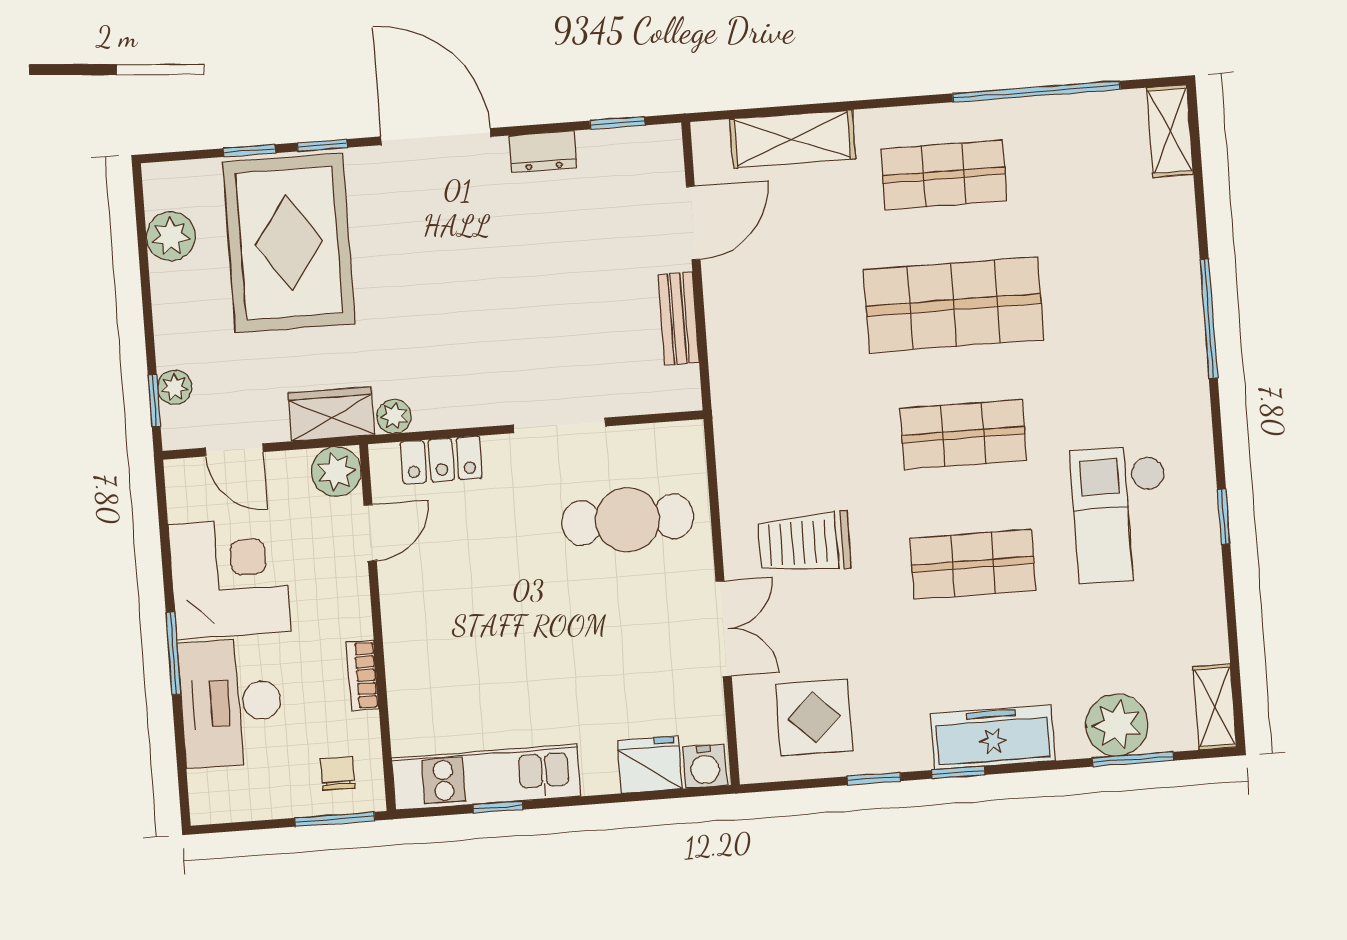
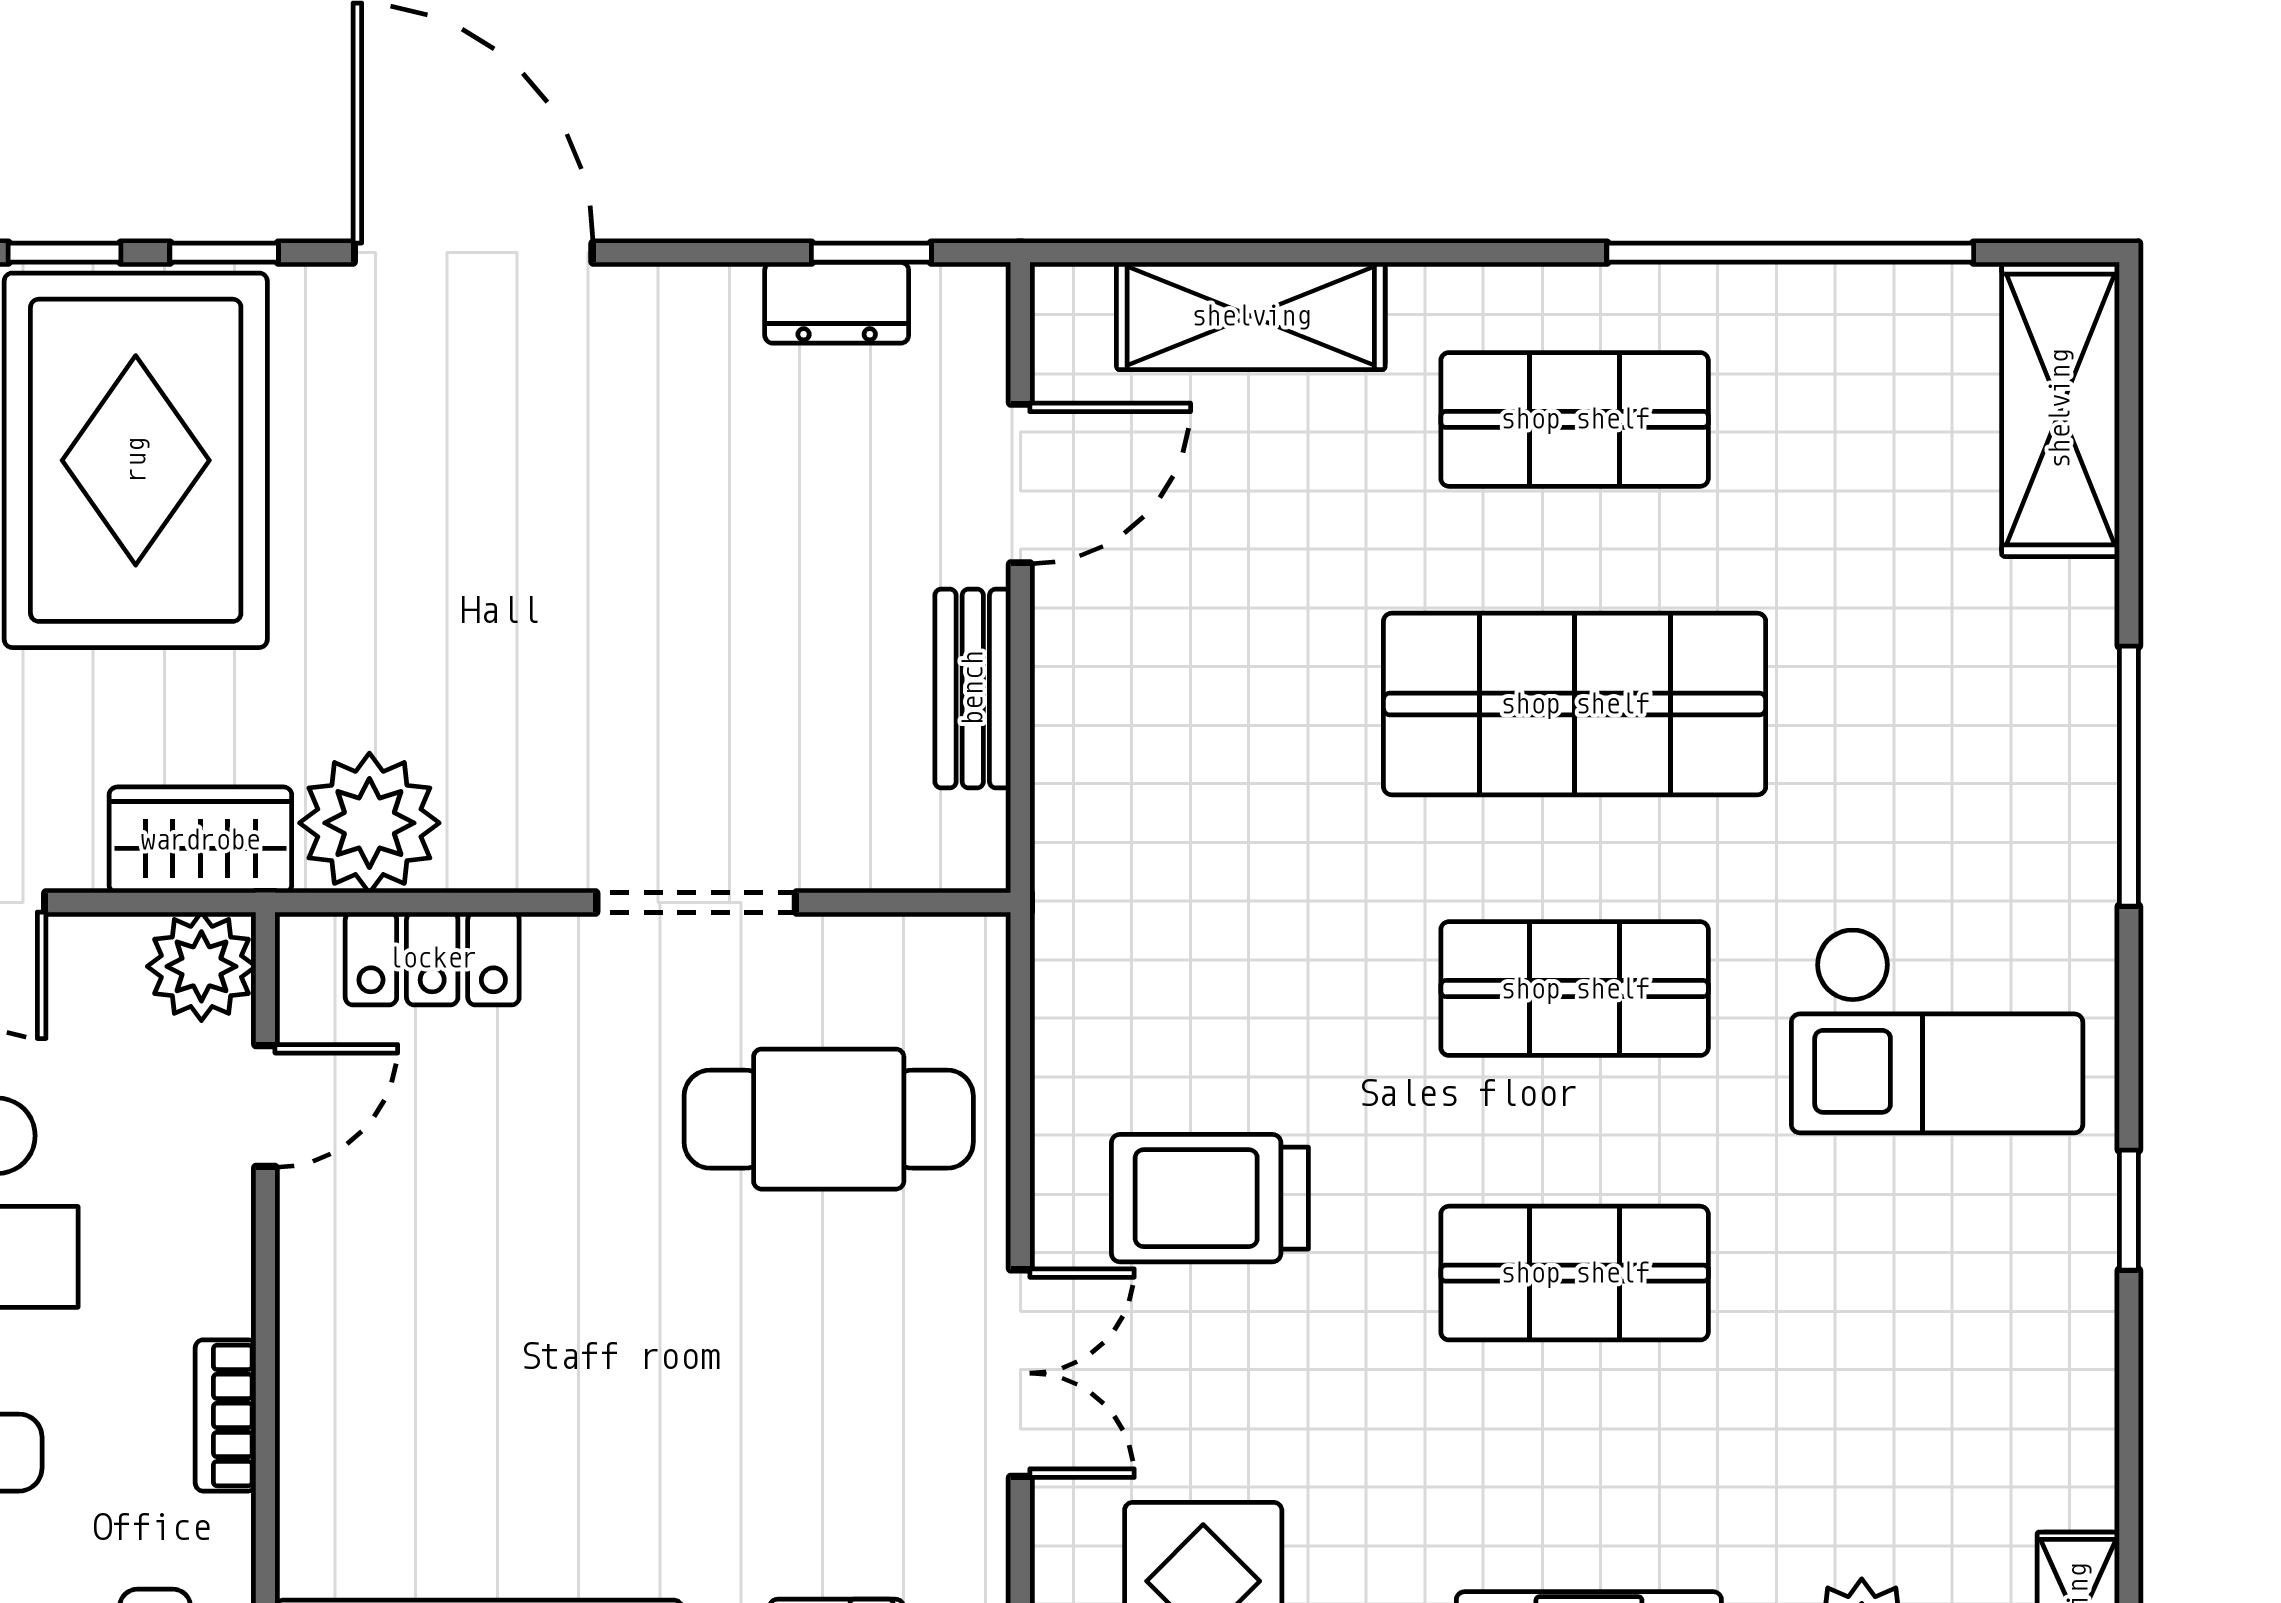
shelving: (1170, 131) -> (2060, 409), width x1.50, depth x1.33
dresser: (543, 152) -> (837, 303), moved
plant: (394, 416) -> (369, 823), width x1.88, depth x1.88
checkout: (1121, 514) -> (1937, 1030), moved, turned -90

